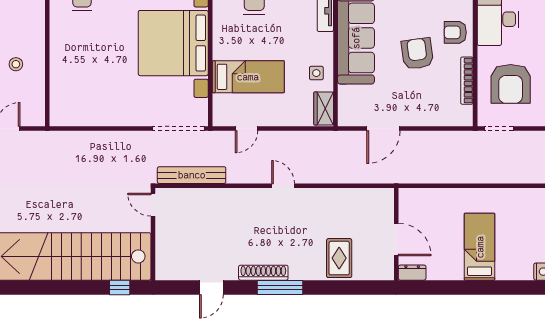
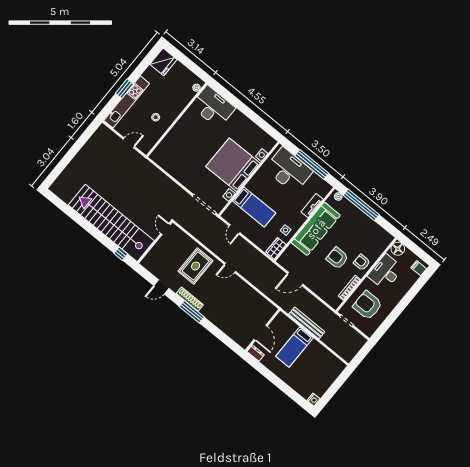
armchair: (417, 54) -> (337, 258), turned -82
armchair: (511, 84) -> (368, 305), turned 90
door: (247, 128) -> (235, 229), hinge flipped
bench: (192, 175) -> (307, 323), moved
door: (283, 186) -> (230, 268), swing flipped
bed: (480, 247) -> (294, 347), moved, turned 180
rug: (339, 258) -> (196, 266), moved, width x1.36, depth x1.43

